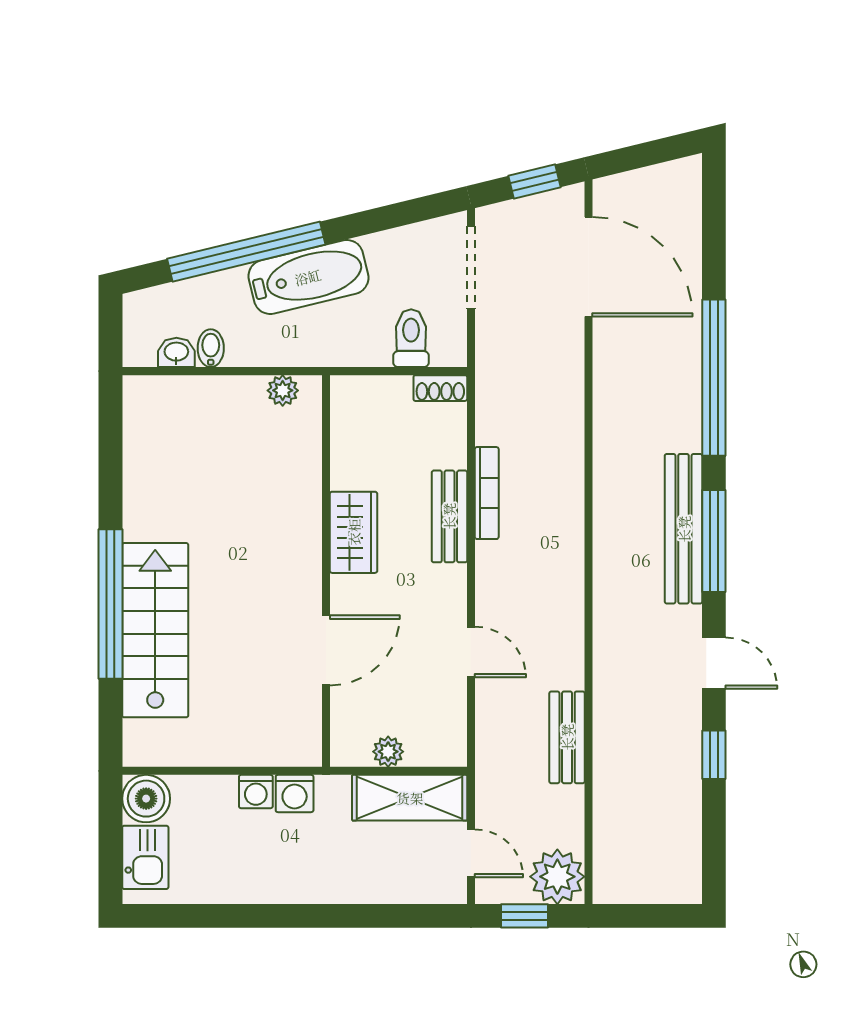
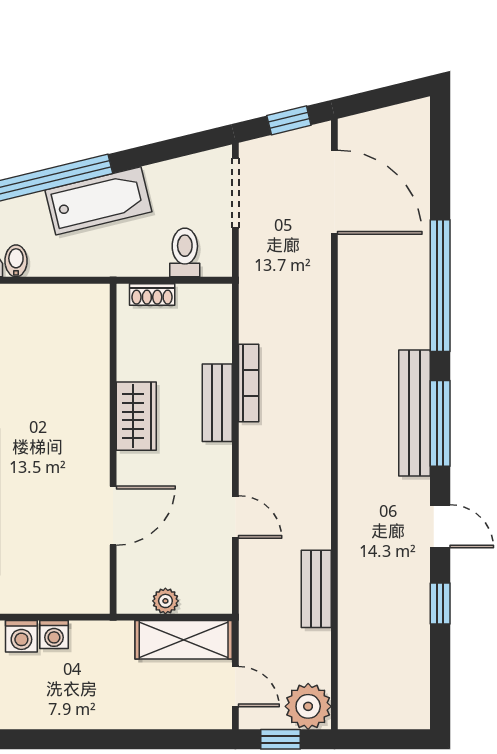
shoe rack: (440, 388) -> (152, 294), moved
plant: (283, 390) -> (77, 297), removed
washing machine: (295, 794) -> (21, 636), moved

